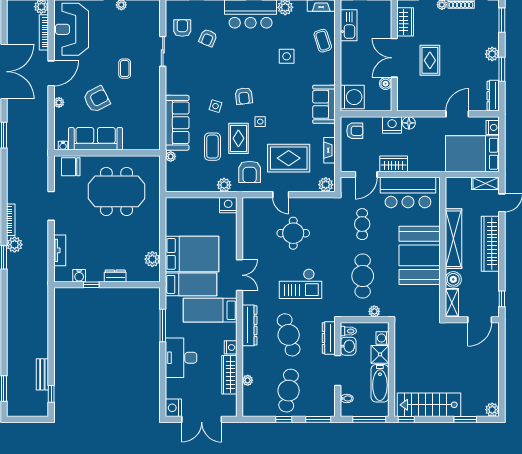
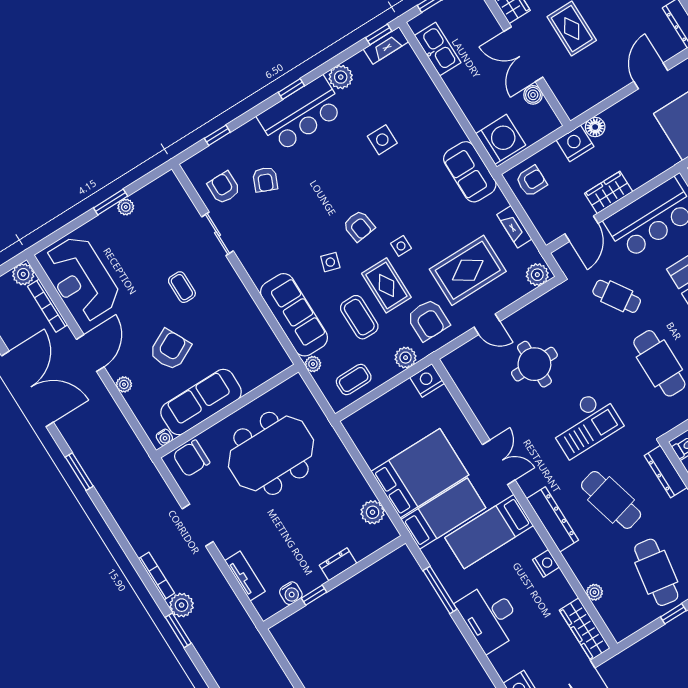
coffee table: (323, 41) -> (354, 380), moved, turned -72
cafe table: (362, 224) -> (617, 296), turned -33
wardrobe: (229, 375) -> (585, 629), moved

